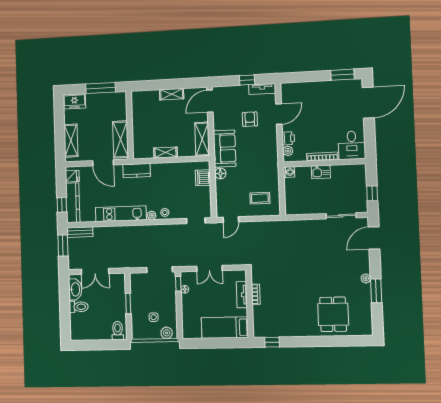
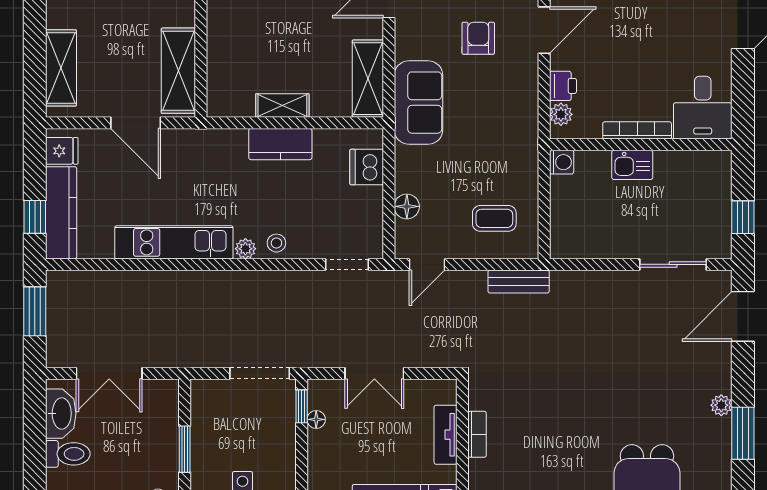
kitchen counter: (137, 170) -> (280, 144), moved
floor lamp: (220, 174) -> (407, 206), moved
bench: (80, 232) -> (519, 282), moved

